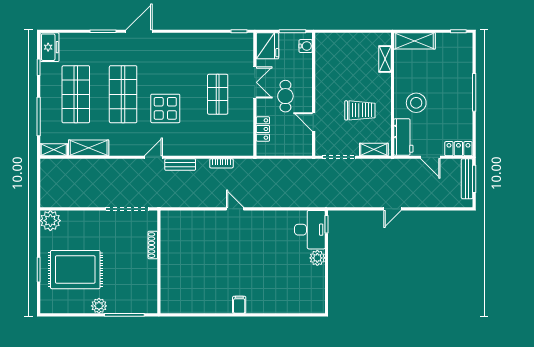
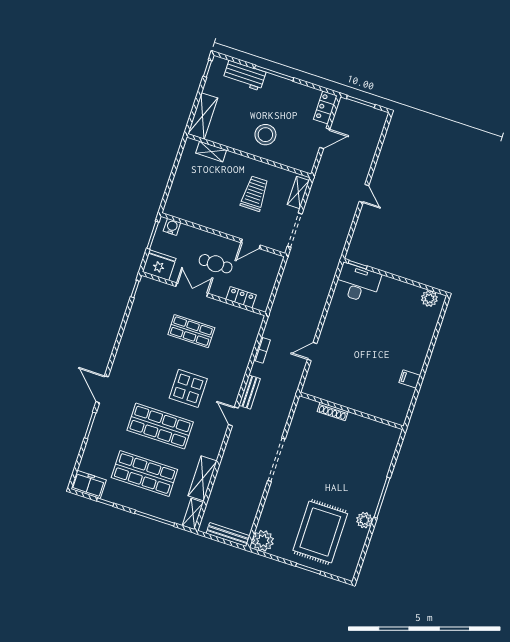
workbench: (403, 137) -> (245, 76), moved, turned 180
bench: (467, 179) -> (228, 535), moved
shoe rack: (153, 245) -> (333, 412), moved
plant: (317, 258) -> (429, 299), moved
wall: (159, 262) -> (352, 411), moved

